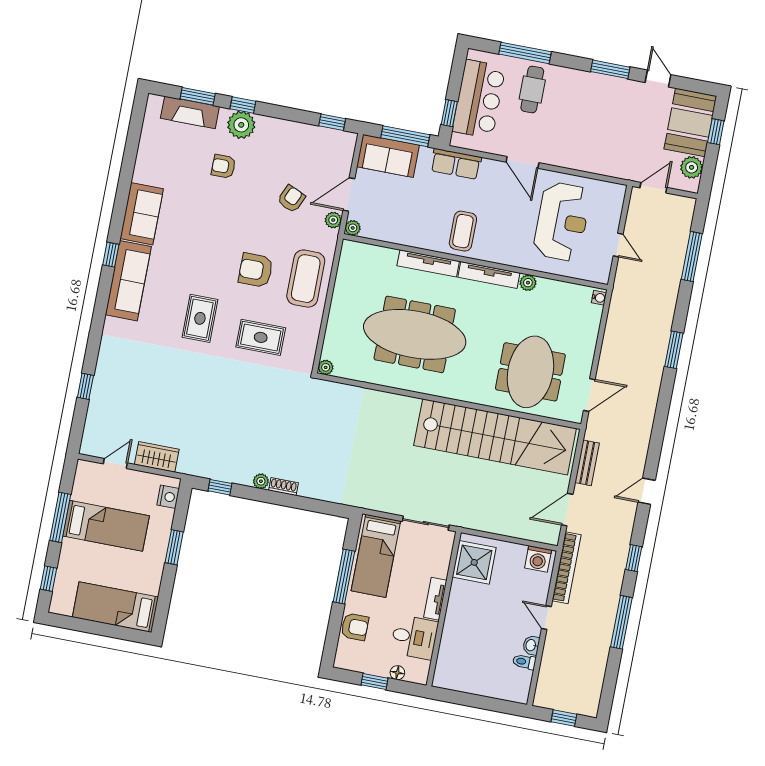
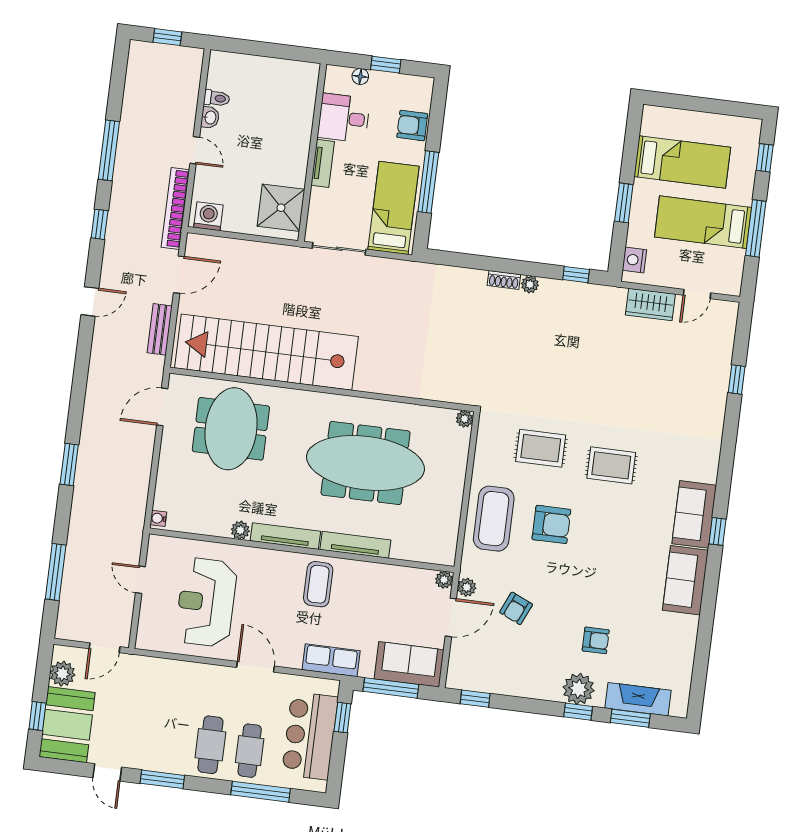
cafe table: (566, 97) -> (210, 745), added
sofa: (128, 281) -> (694, 514), width x0.73
rug: (200, 318) -> (611, 465), turned 90
bed: (115, 607) -> (682, 162), moved

